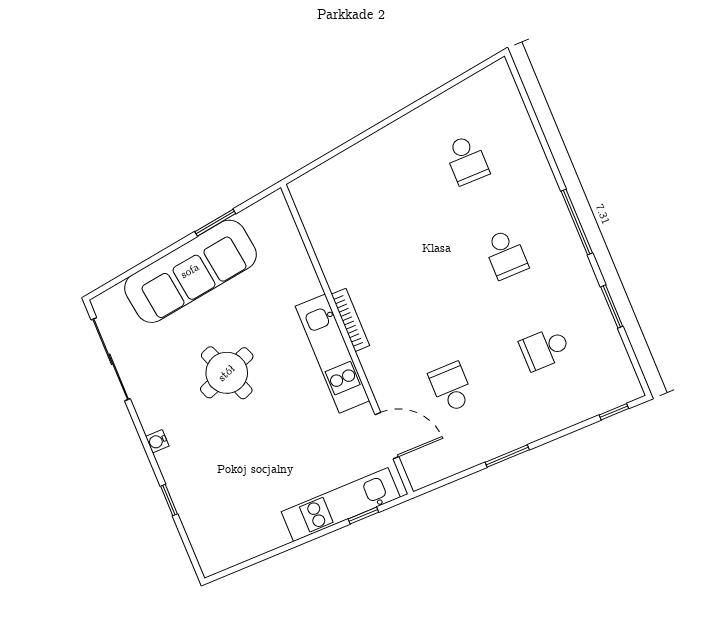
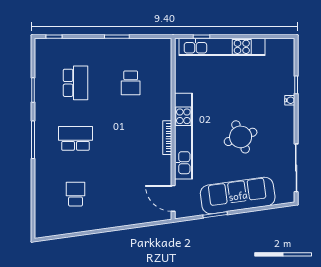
school desk: (506, 254) -> (75, 138), width x1.85
school desk: (545, 349) -> (75, 83), width x1.85
kitchen unit: (332, 354) -> (183, 136), width x1.36
door: (387, 436) -> (173, 198), moved
water cooler: (157, 441) -> (290, 100), moved
kitchen unit: (341, 504) -> (222, 47), width x1.36

